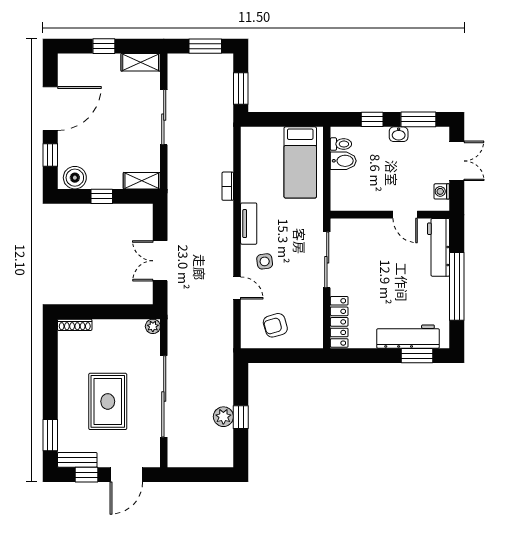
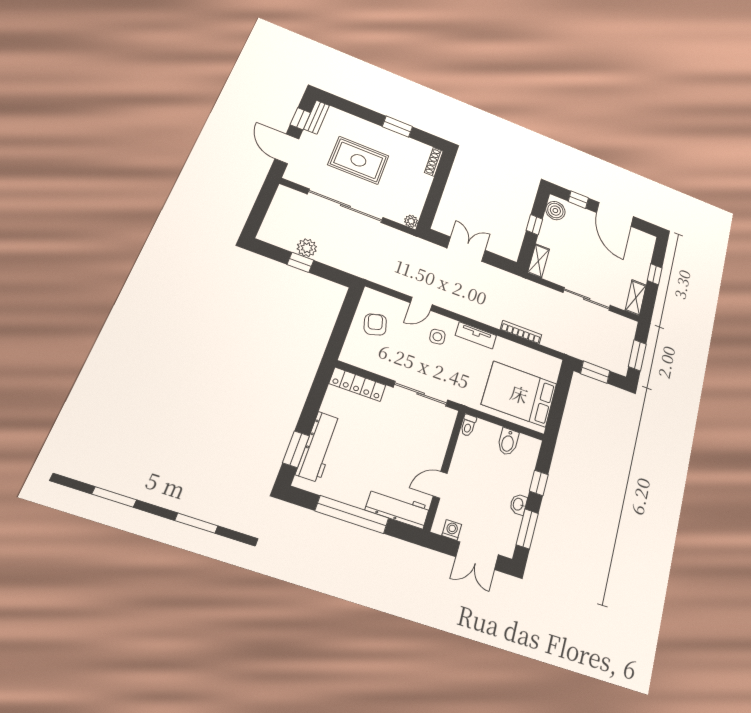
toilet: (341, 144) -> (468, 425), moved
bed: (300, 162) -> (519, 394), width x1.50
bookcase: (228, 186) -> (521, 332), width x1.56
window: (50, 435) -> (397, 127), moved

